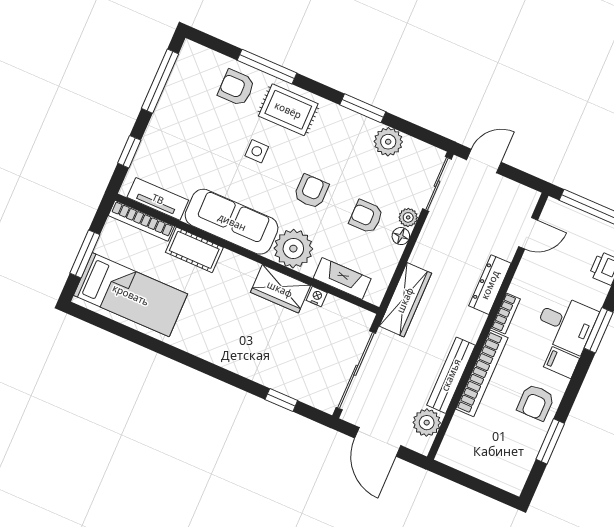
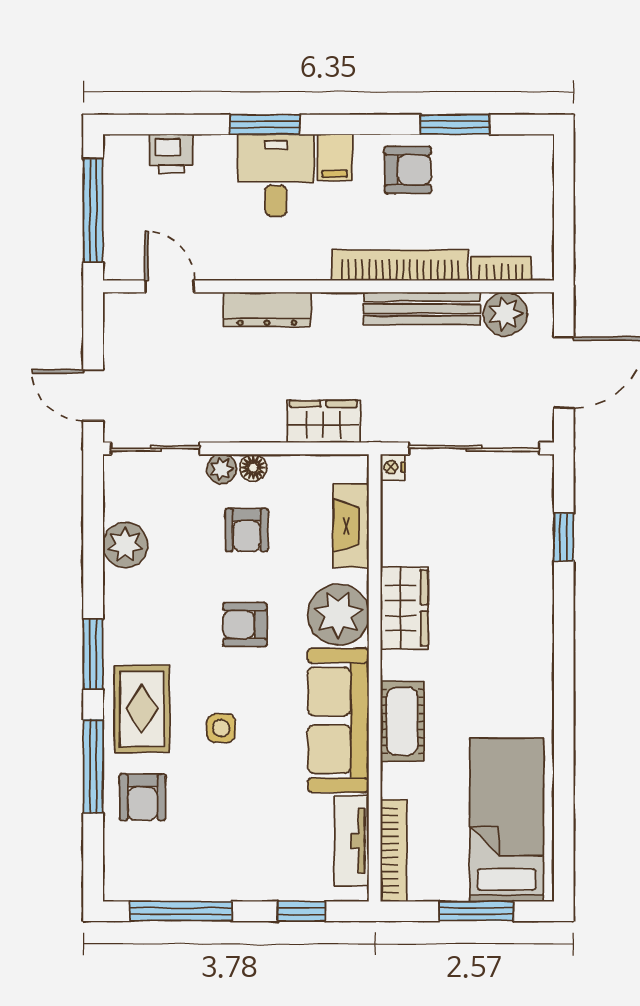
window: (363, 108) -> (93, 654), moved
cot: (194, 250) -> (402, 721), moved
nightstand: (317, 297) -> (393, 467), moved
wardrobe: (405, 300) -> (323, 421), width x0.67
bookcase: (506, 313) -> (501, 269), moved

